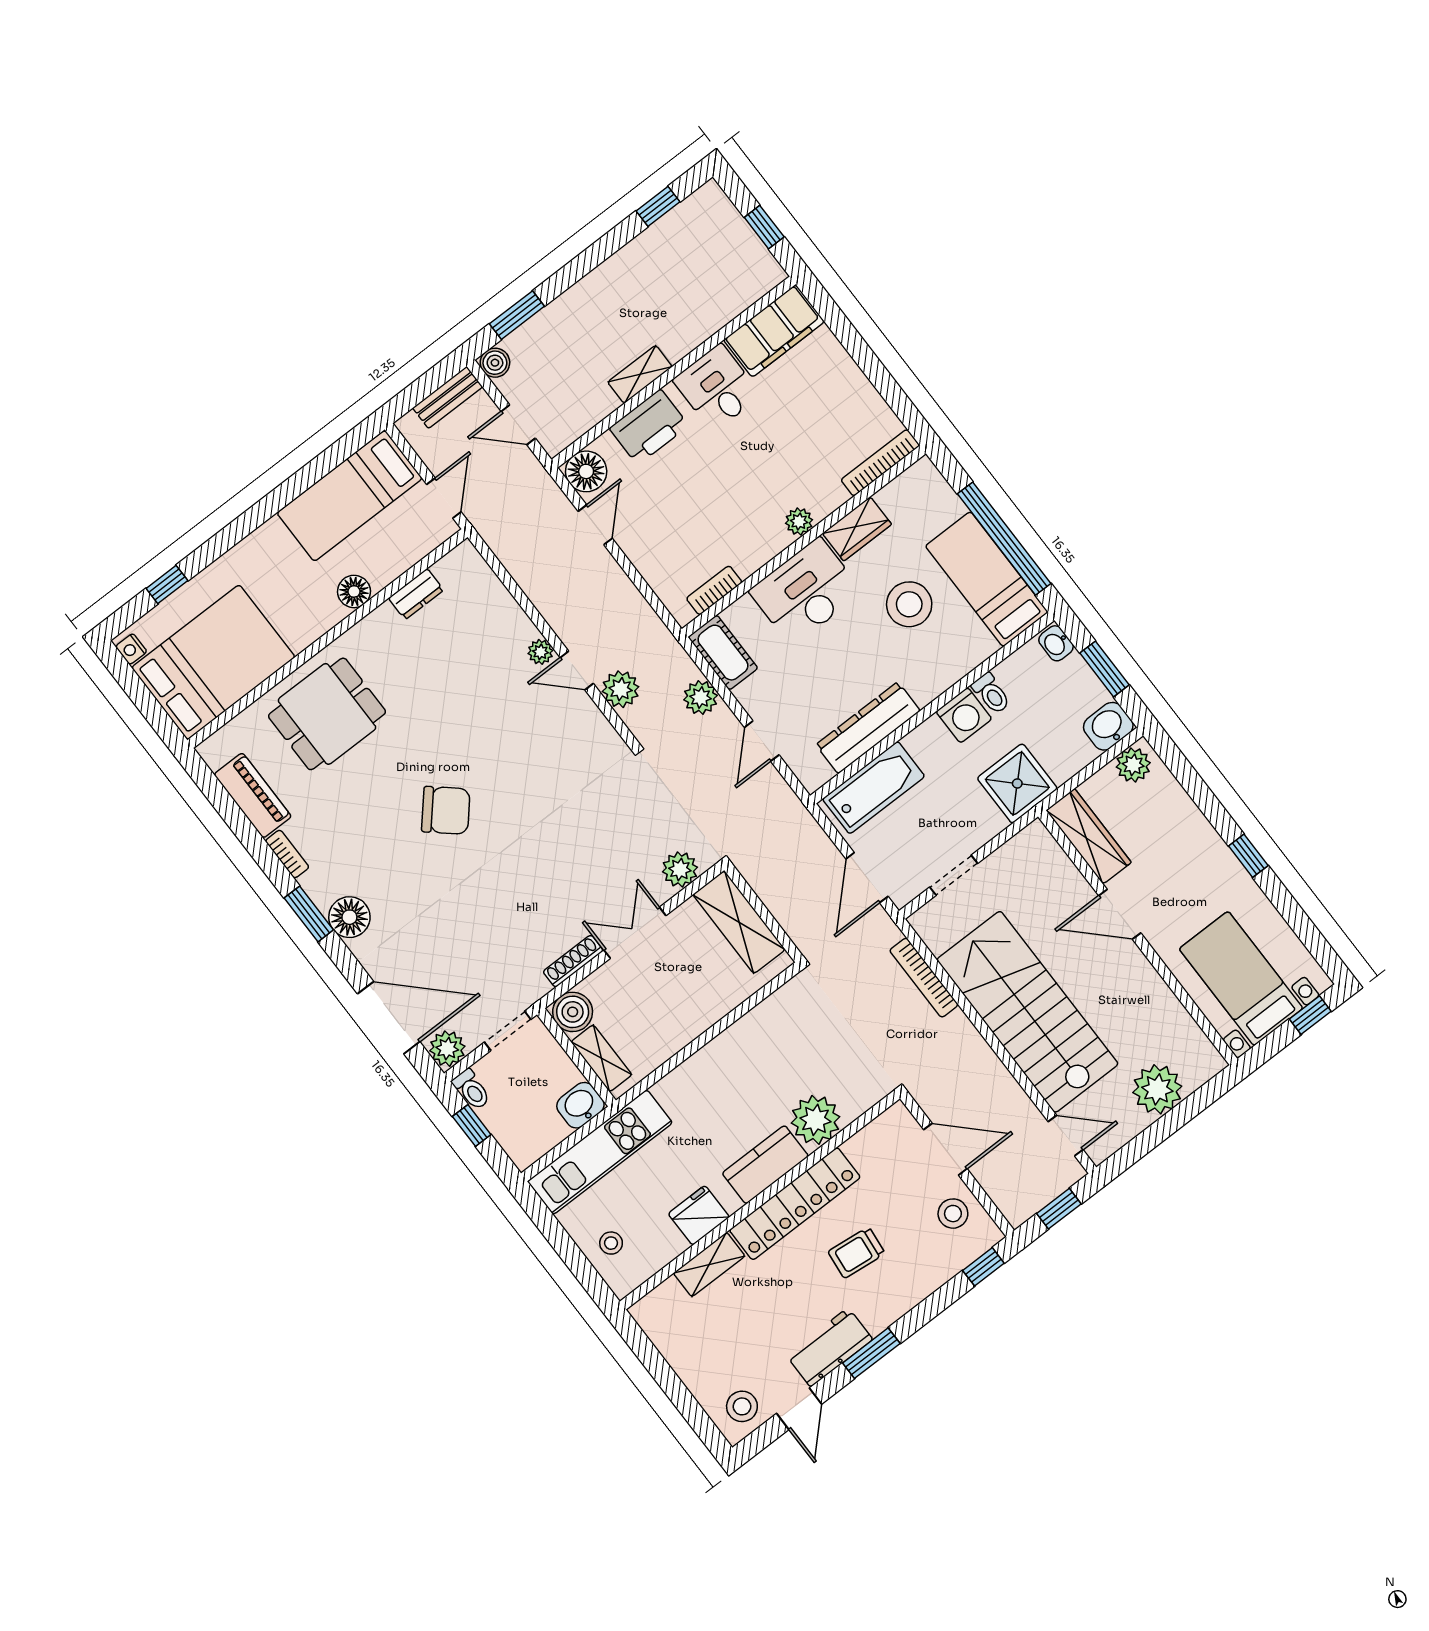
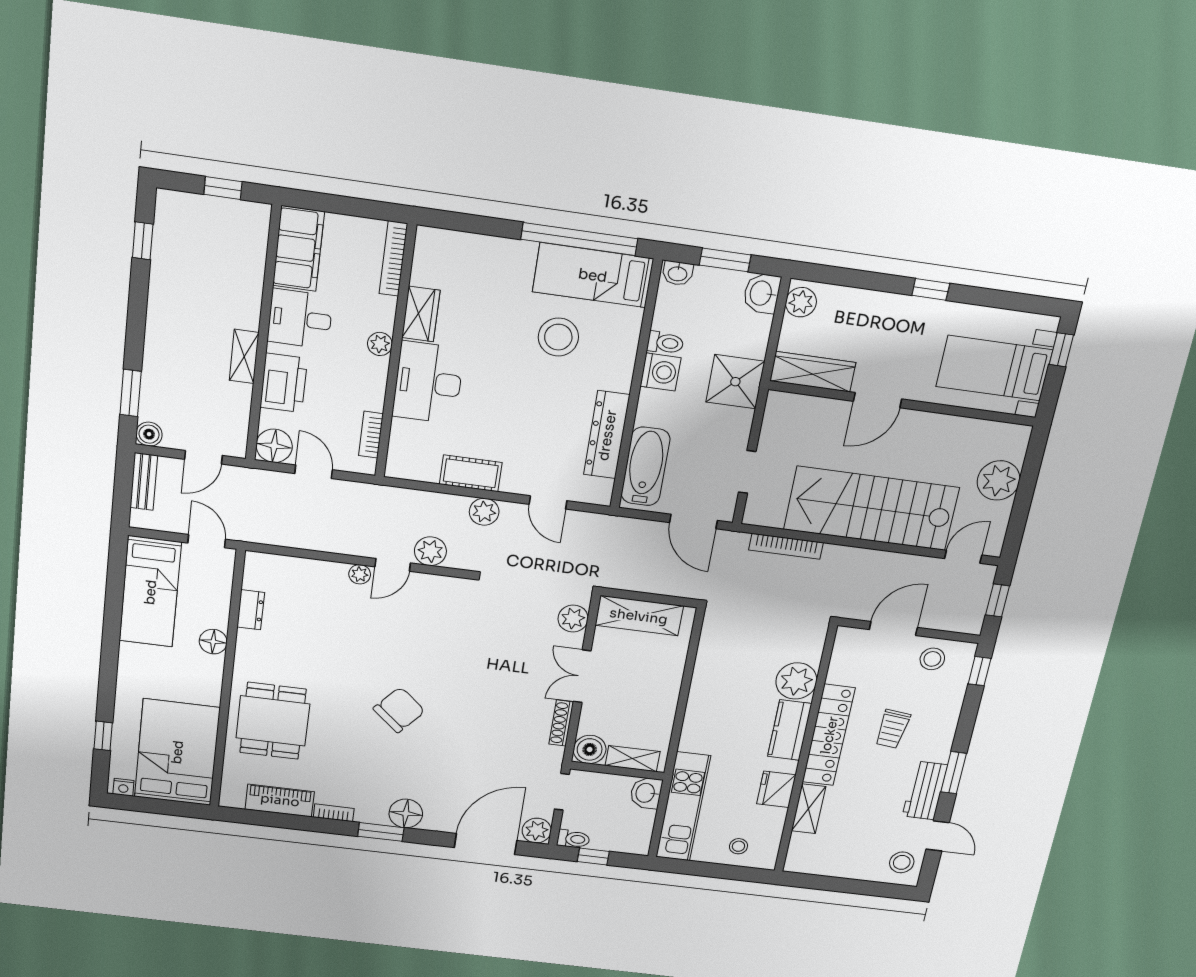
bookcase: (880, 463) -> (393, 259), moved
plant: (799, 522) -> (380, 344), moved
wardrobe: (857, 529) -> (421, 314), moved
wall: (804, 541) -> (395, 353), moved
bookcase: (714, 590) -> (371, 435), moved
desk: (806, 592) -> (428, 382), moved

